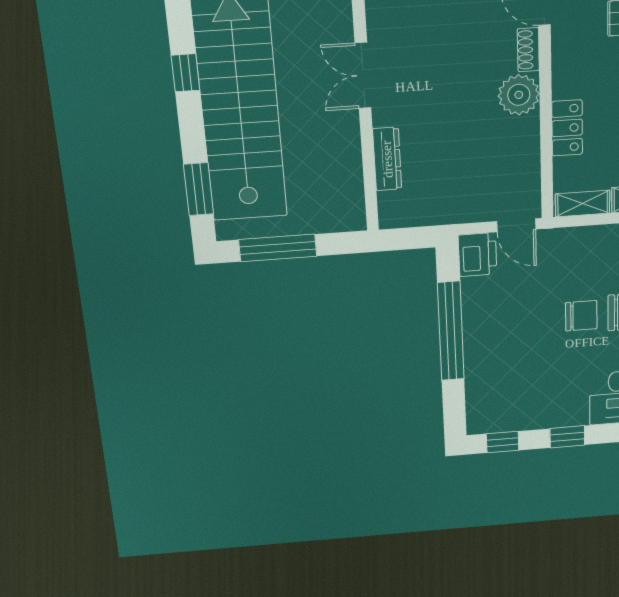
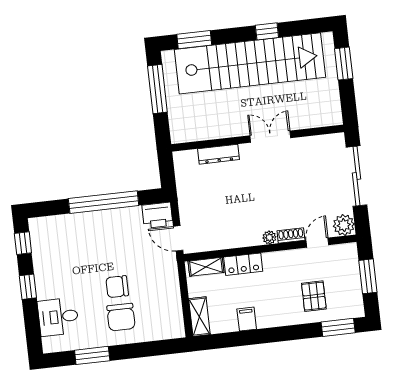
plant: (519, 95) -> (269, 237), width x0.53, depth x0.53
shelving: (583, 204) -> (206, 267), moved, turned 90
door: (516, 225) -> (178, 238), hinge flipped
chair: (581, 316) -> (117, 287), turned 90

